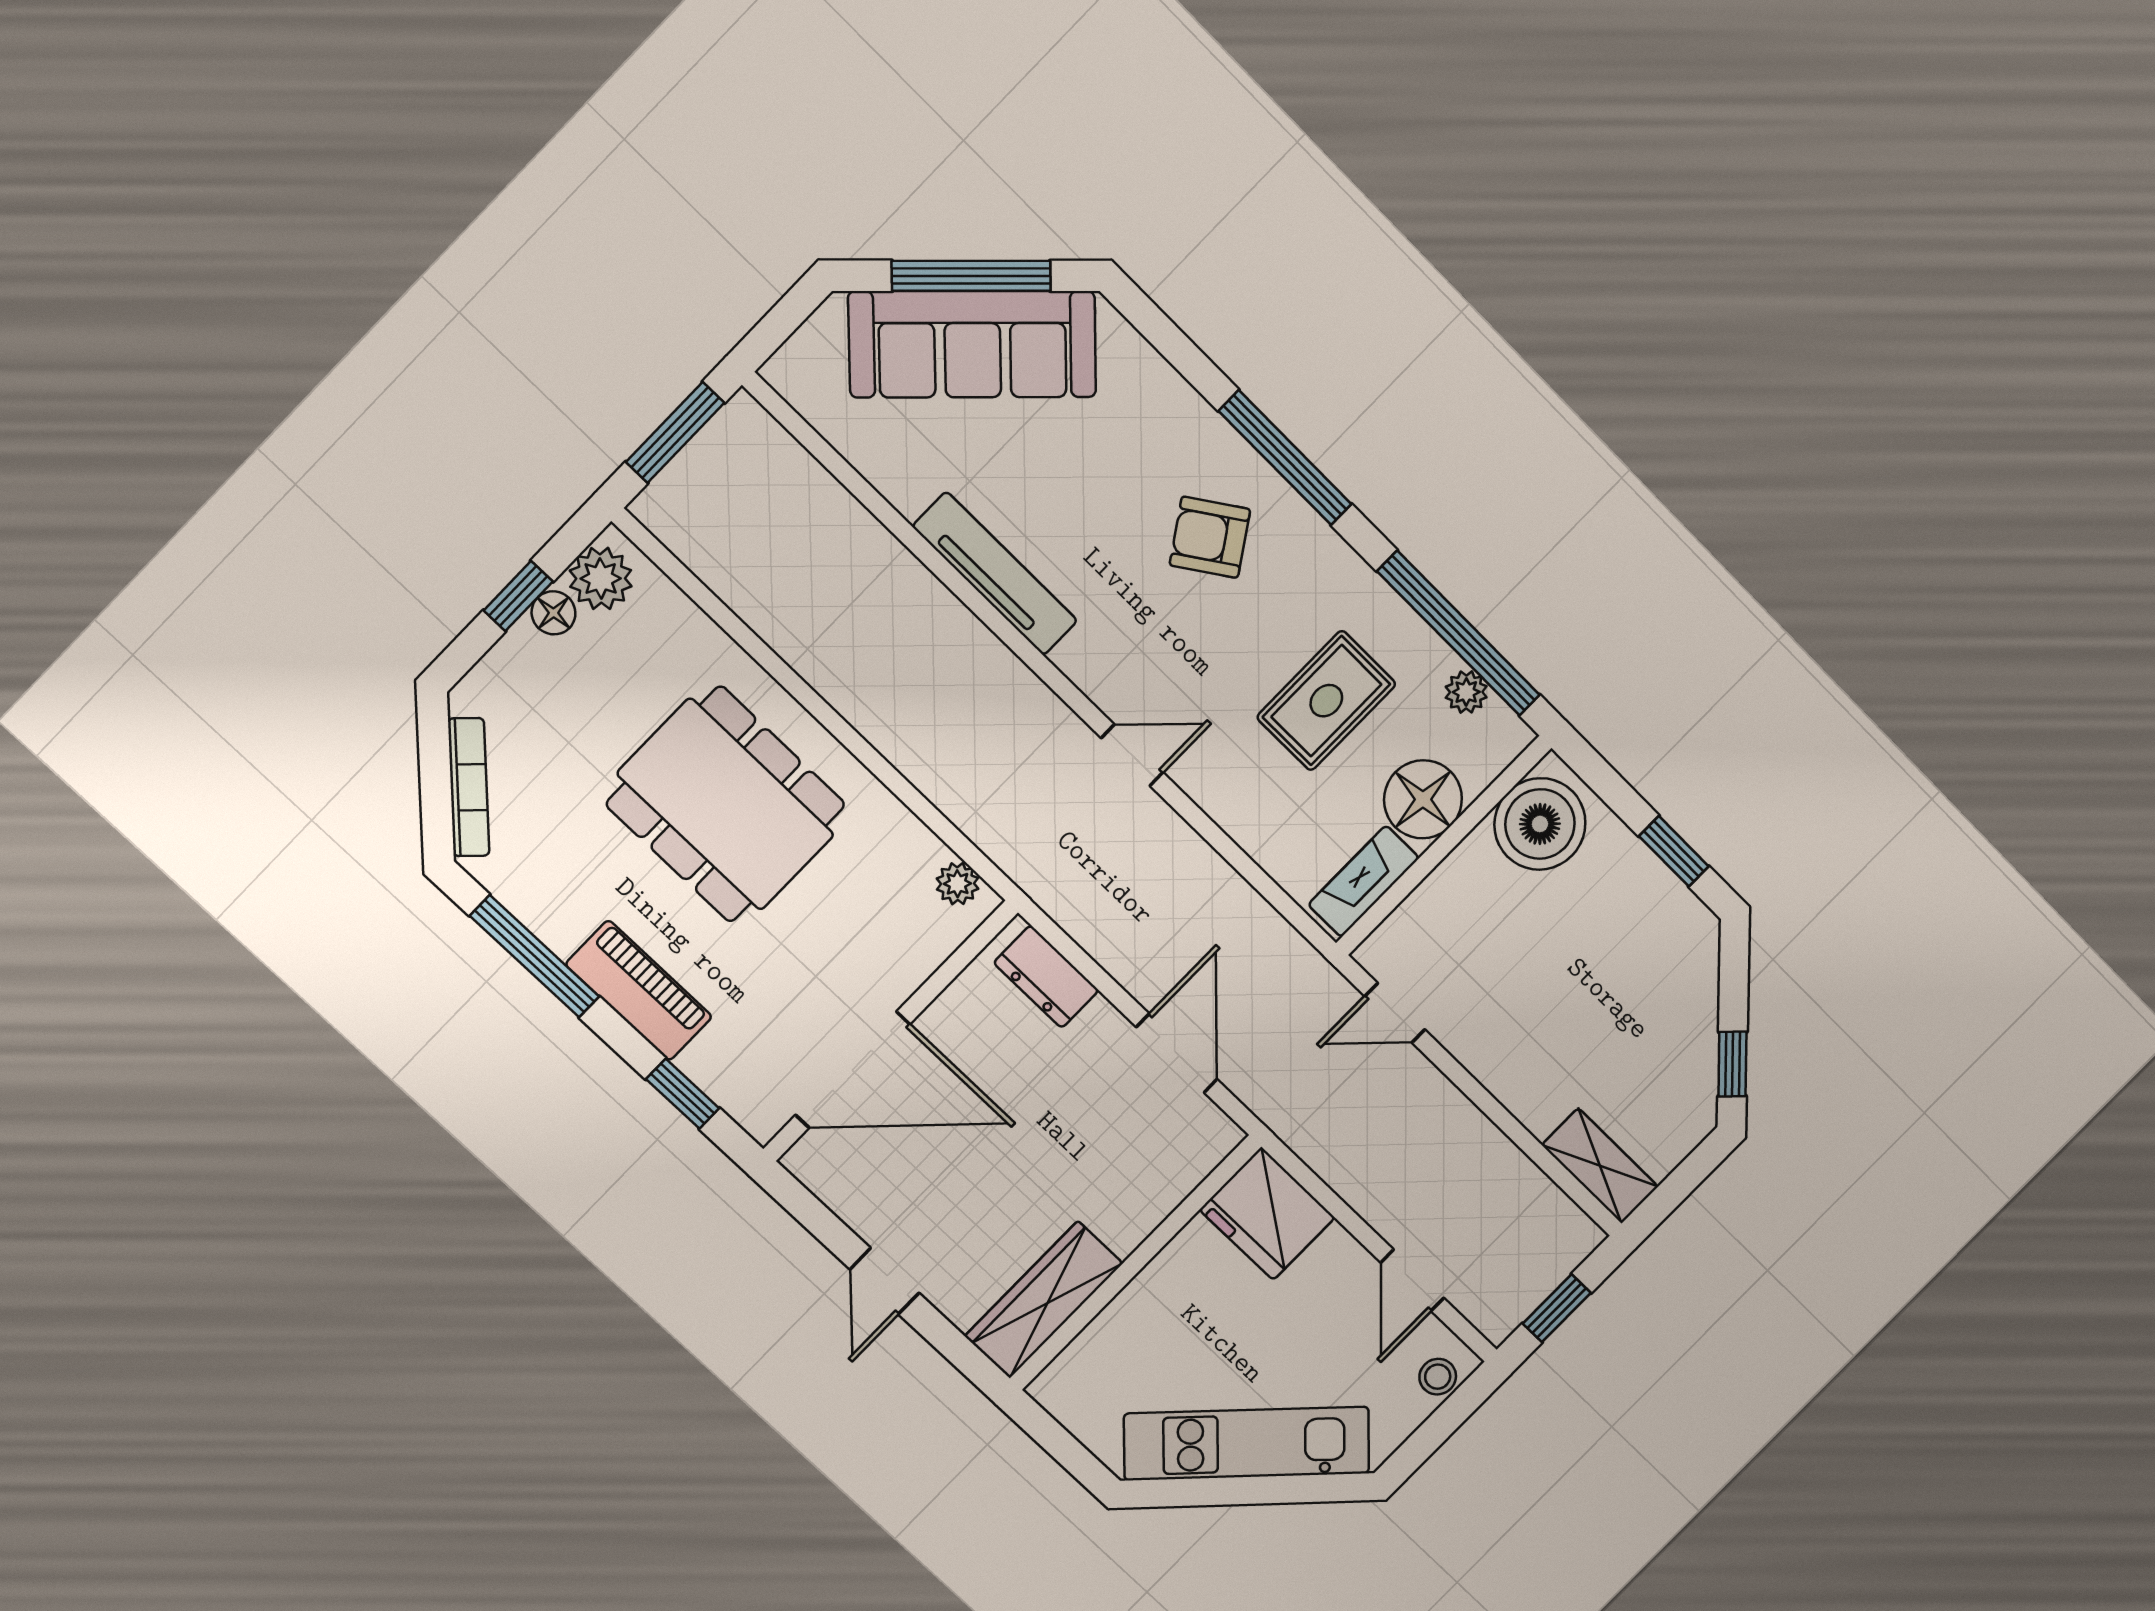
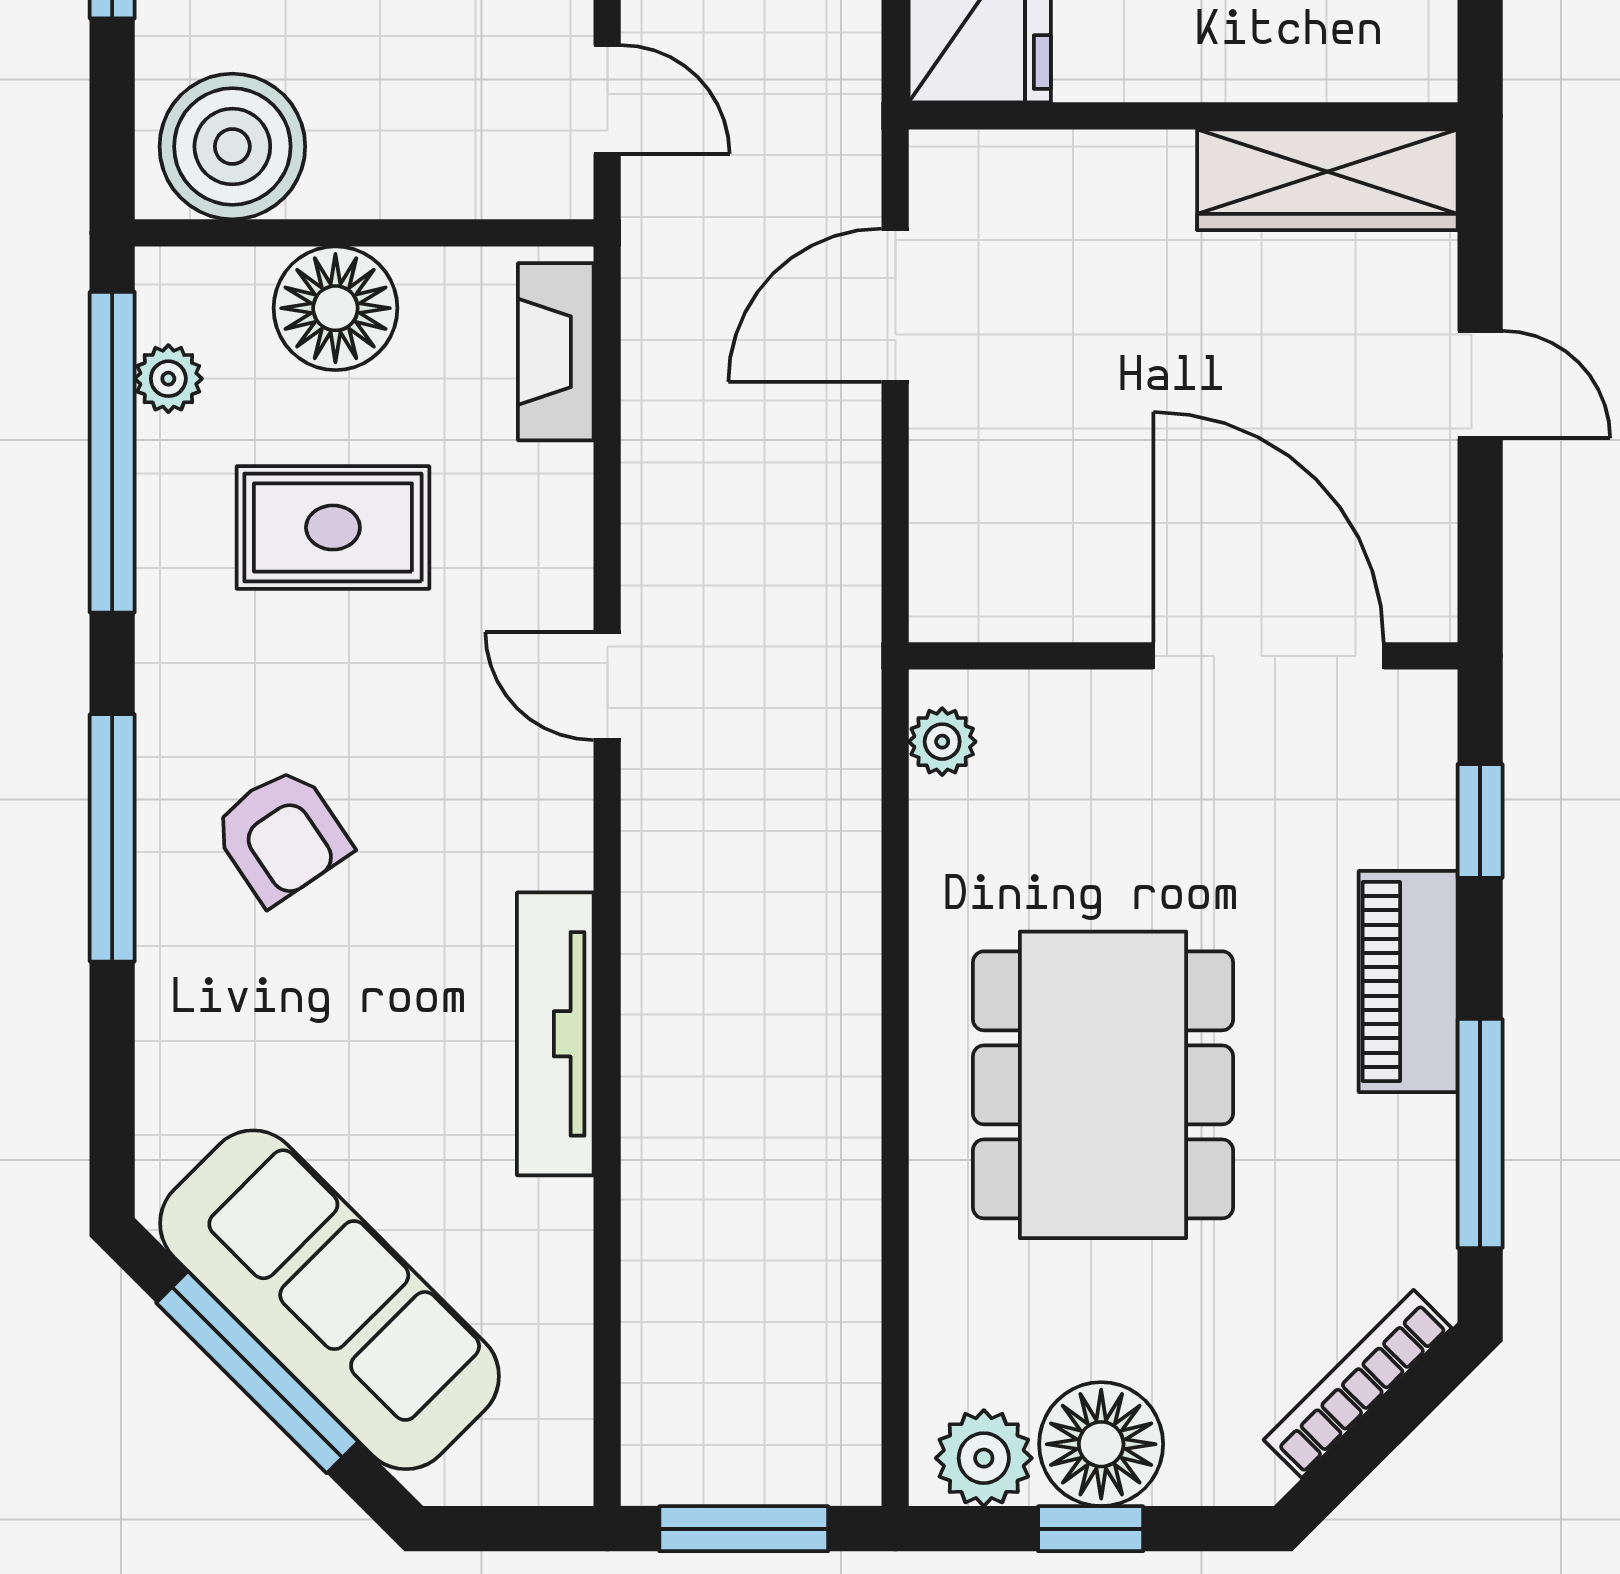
floor lamp: (553, 613) -> (1101, 1444), width x1.89, depth x1.89
fireplace: (1364, 881) -> (556, 352), moved, turned 90
dresser: (1046, 977) -> (951, 540), removed
door: (884, 1281) -> (1480, 385), hinge flipped

